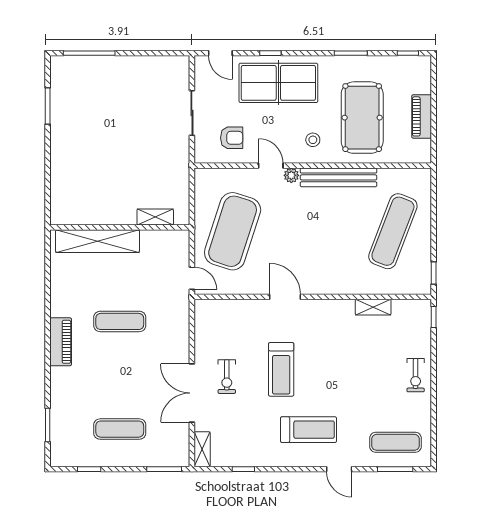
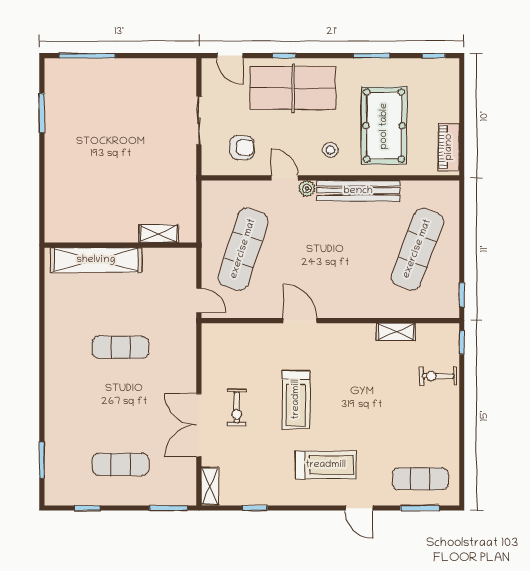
piano: (422, 116) -> (449, 147), moved
exercise mat: (233, 231) -> (243, 249), width x0.68
piano: (61, 342) -> (56, 369), removed
exercise bike: (416, 375) -> (438, 376), moved, turned 90

